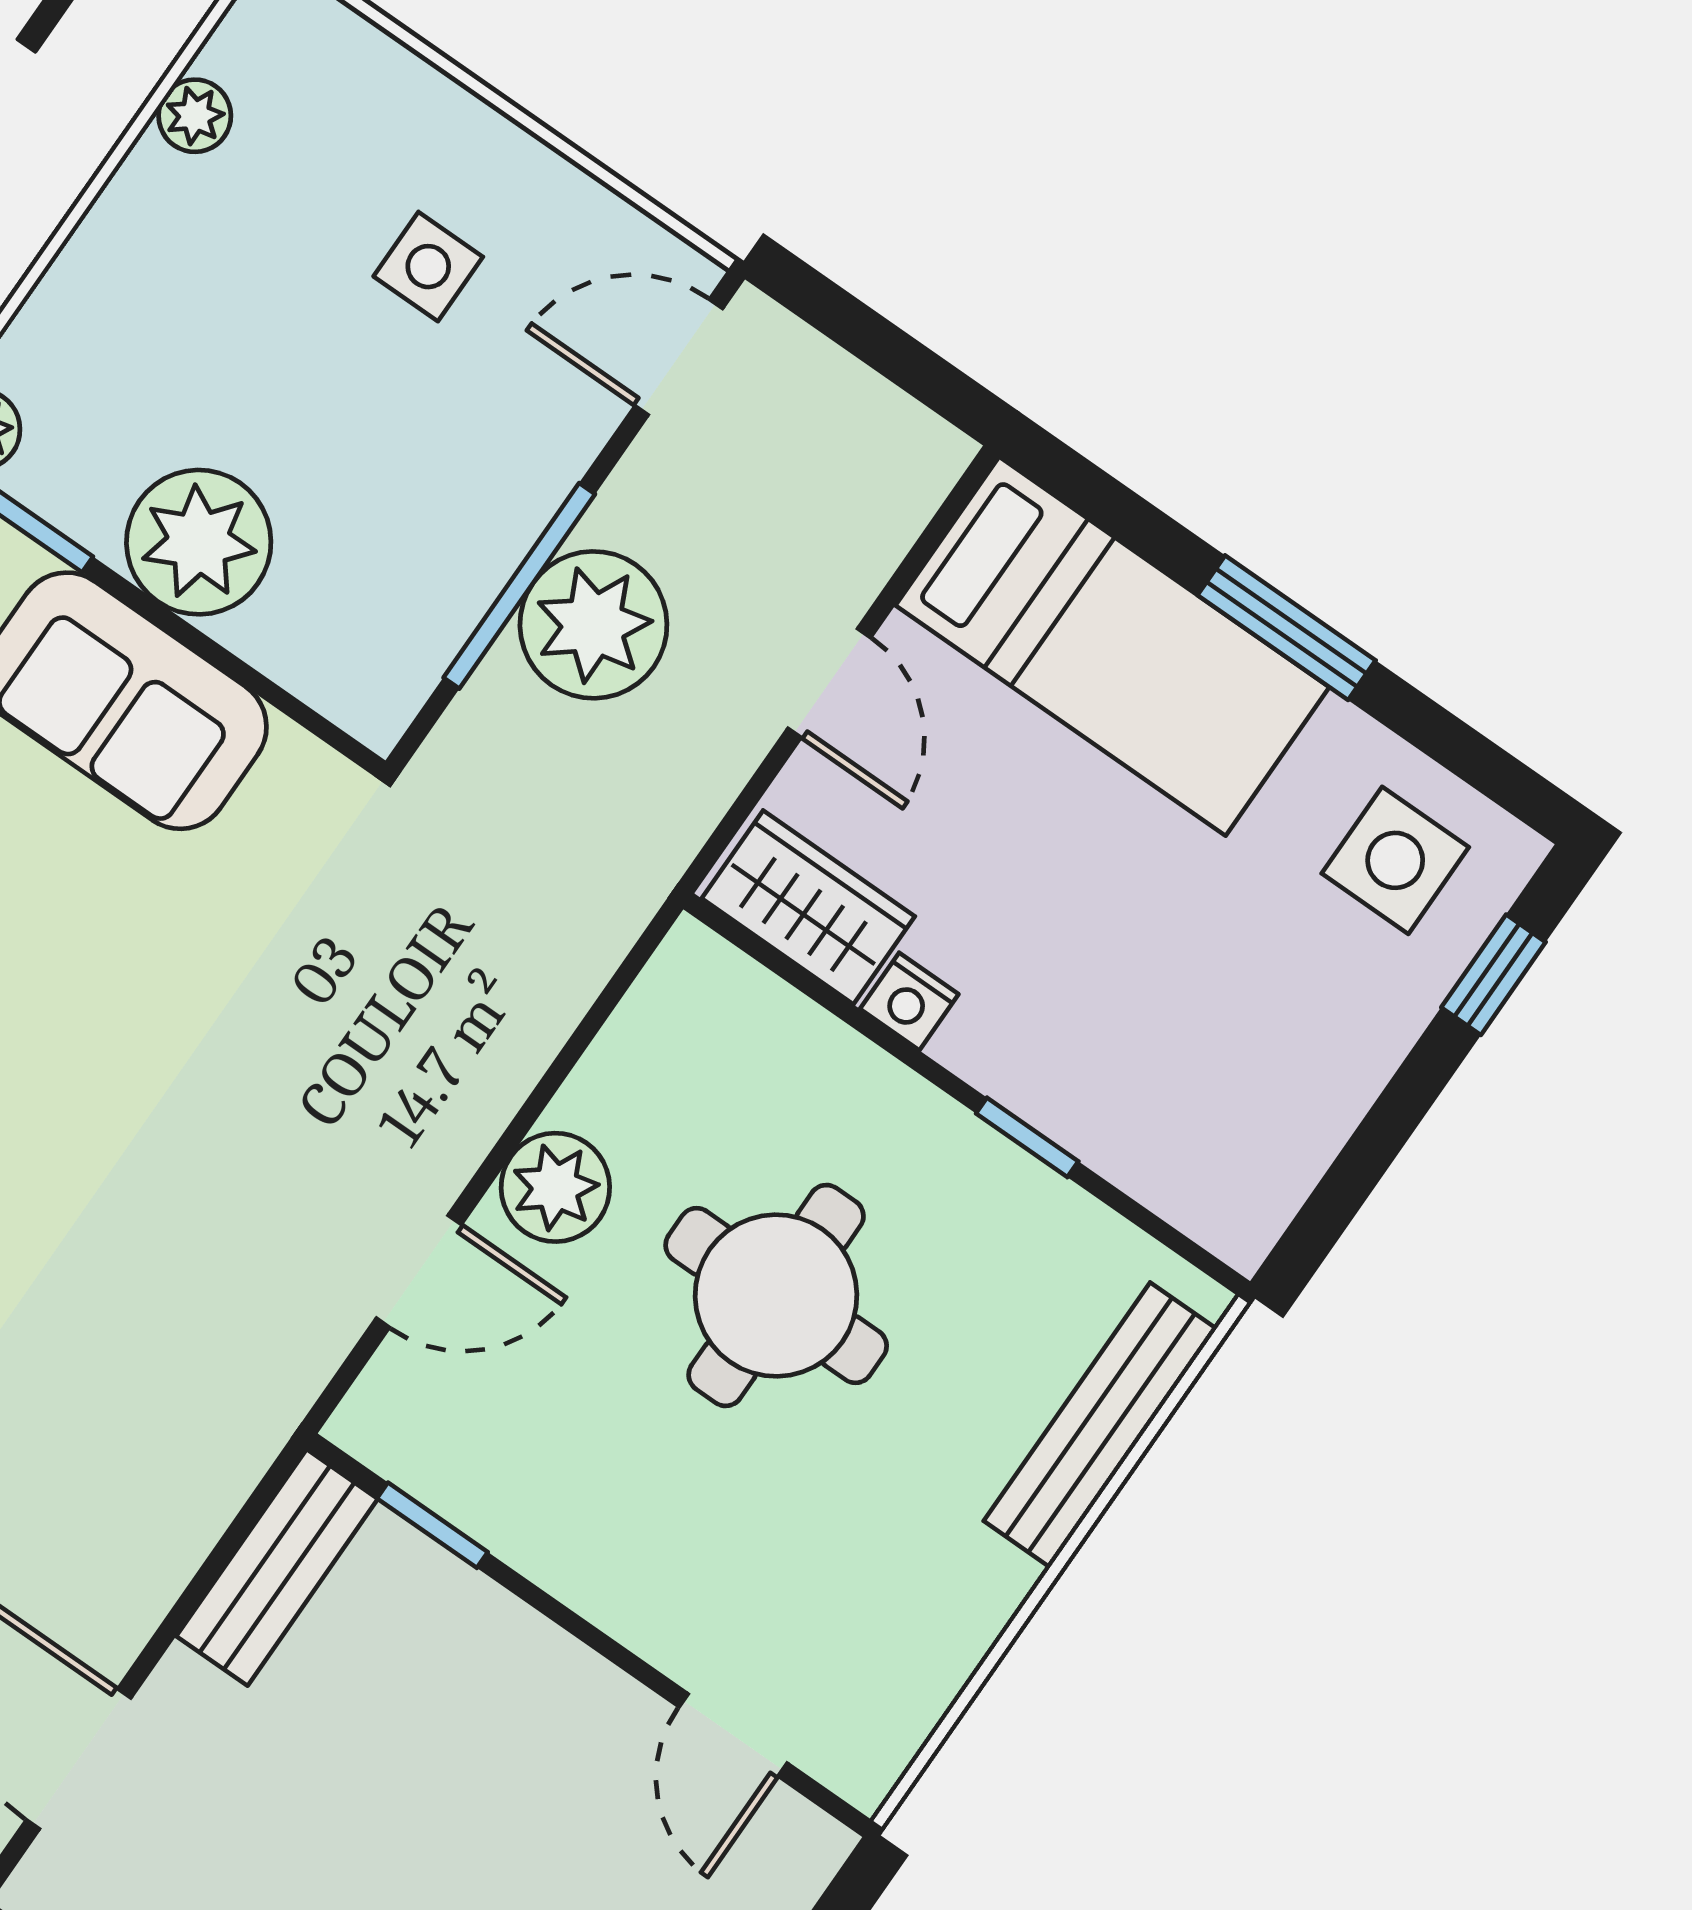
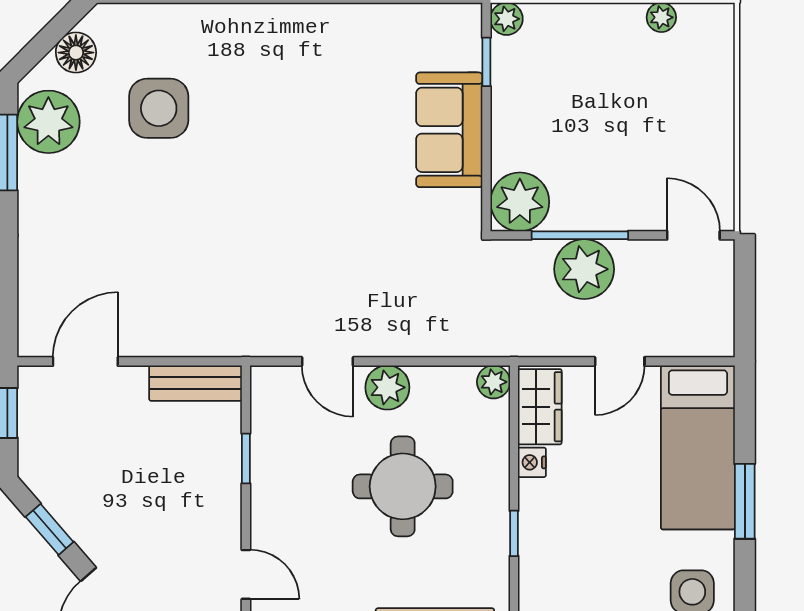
side table: (428, 267) -> (665, 130), removed
plant: (199, 542) -> (520, 202), moved
plant: (693, 966) -> (494, 382), added
window: (432, 1525) -> (246, 459), moved
door: (733, 1735) -> (246, 574), swing flipped

